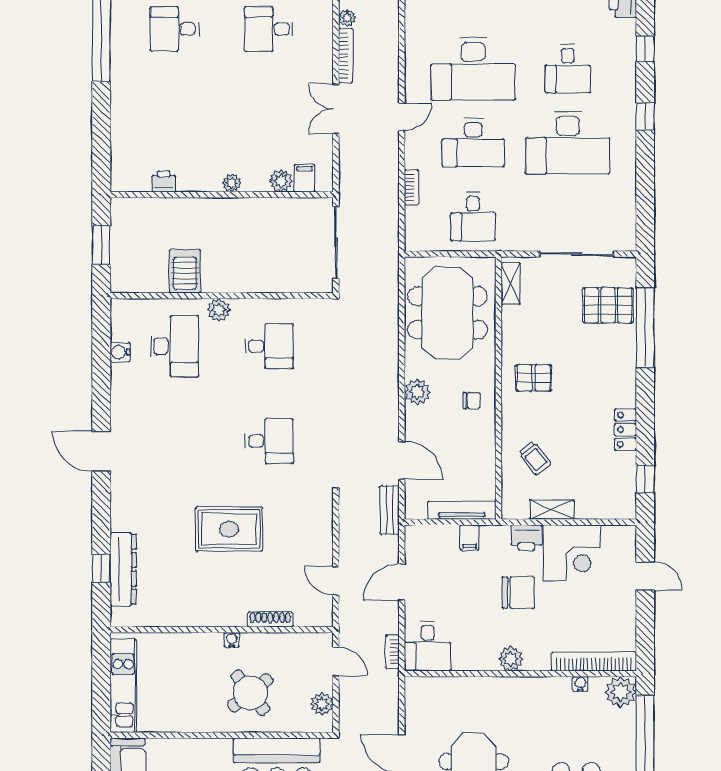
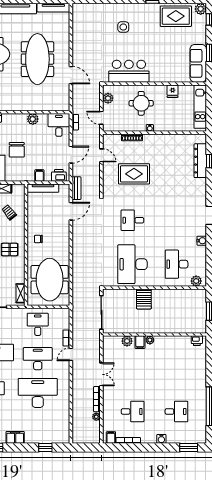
door: (402, 117) -> (71, 354), moved
filing cabinet: (305, 178) -> (140, 342), moved
printer: (164, 181) -> (197, 341), moved
server rack: (185, 271) -> (144, 299), moved
plant: (219, 310) -> (196, 281), moved
desk: (269, 346) -> (132, 264), width x1.87, depth x1.30
water cooler: (120, 352) -> (202, 241), moved
plant: (417, 392) -> (64, 243), removed
door: (402, 460) -> (71, 211), swing flipped
rug: (229, 529) -> (134, 174), moved
printer: (526, 538) -> (59, 175), moved
chair: (518, 593) -> (17, 150), turned -90
plant: (511, 659) -> (33, 119), moved
round table: (250, 693) -> (141, 103), turned 38
fridge: (183, 719) -> (173, 91), added

